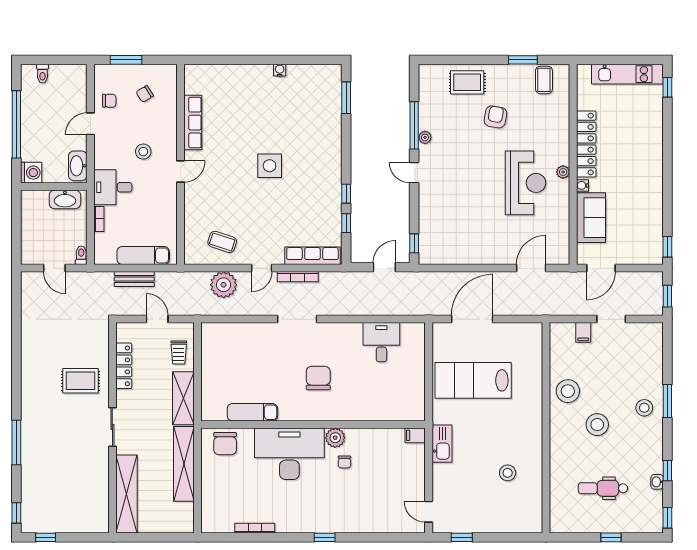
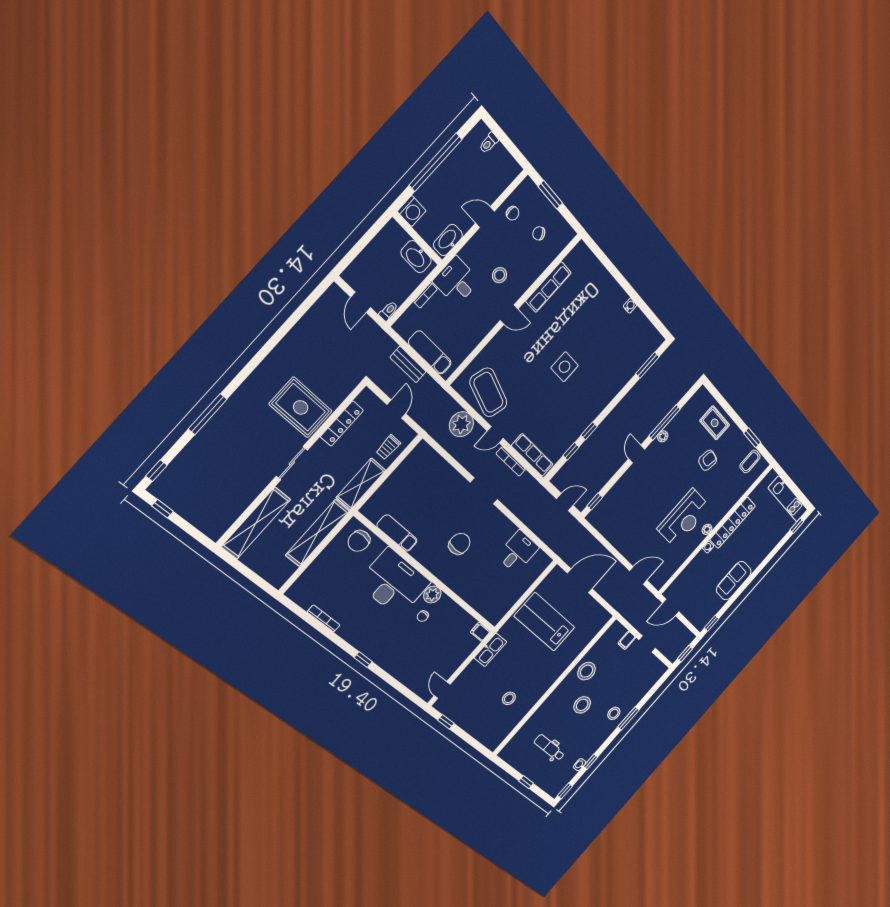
sofa: (591, 218) -> (734, 581), moved, turned 180
coffee table: (222, 242) -> (488, 392), width x1.86, depth x1.72
rug: (81, 381) -> (301, 407), width x1.36, depth x1.43

